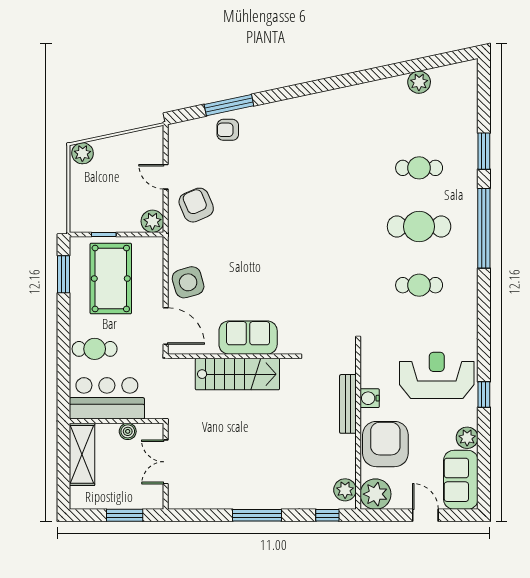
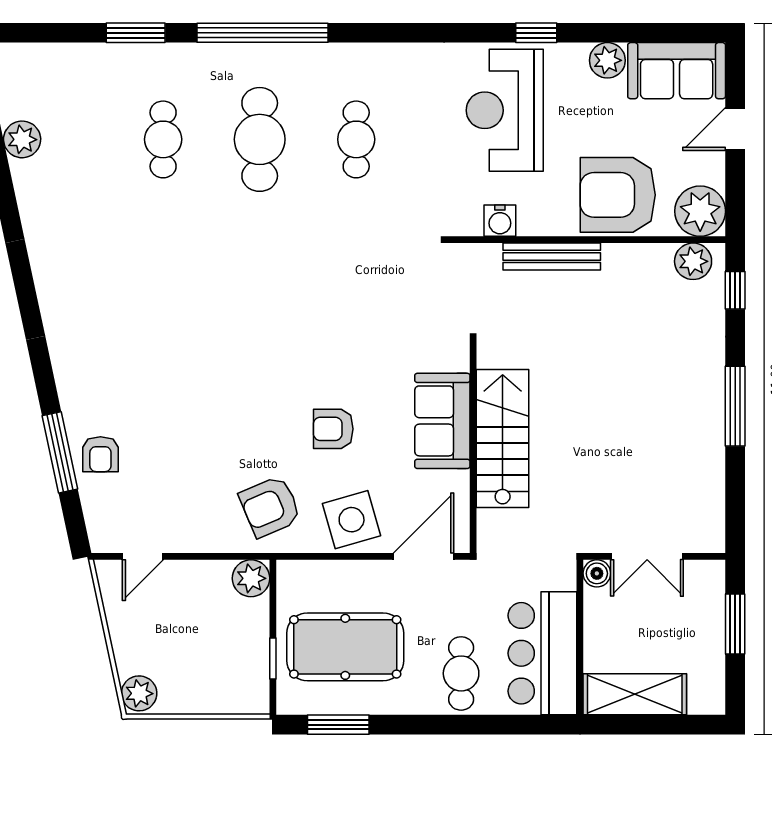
door: (166, 177) -> (143, 556), moved
armchair: (196, 205) -> (270, 507), moved
armchair: (243, 271) -> (333, 429), added
water cooler: (370, 398) -> (500, 221), moved
boiler: (128, 431) -> (597, 573), moved

